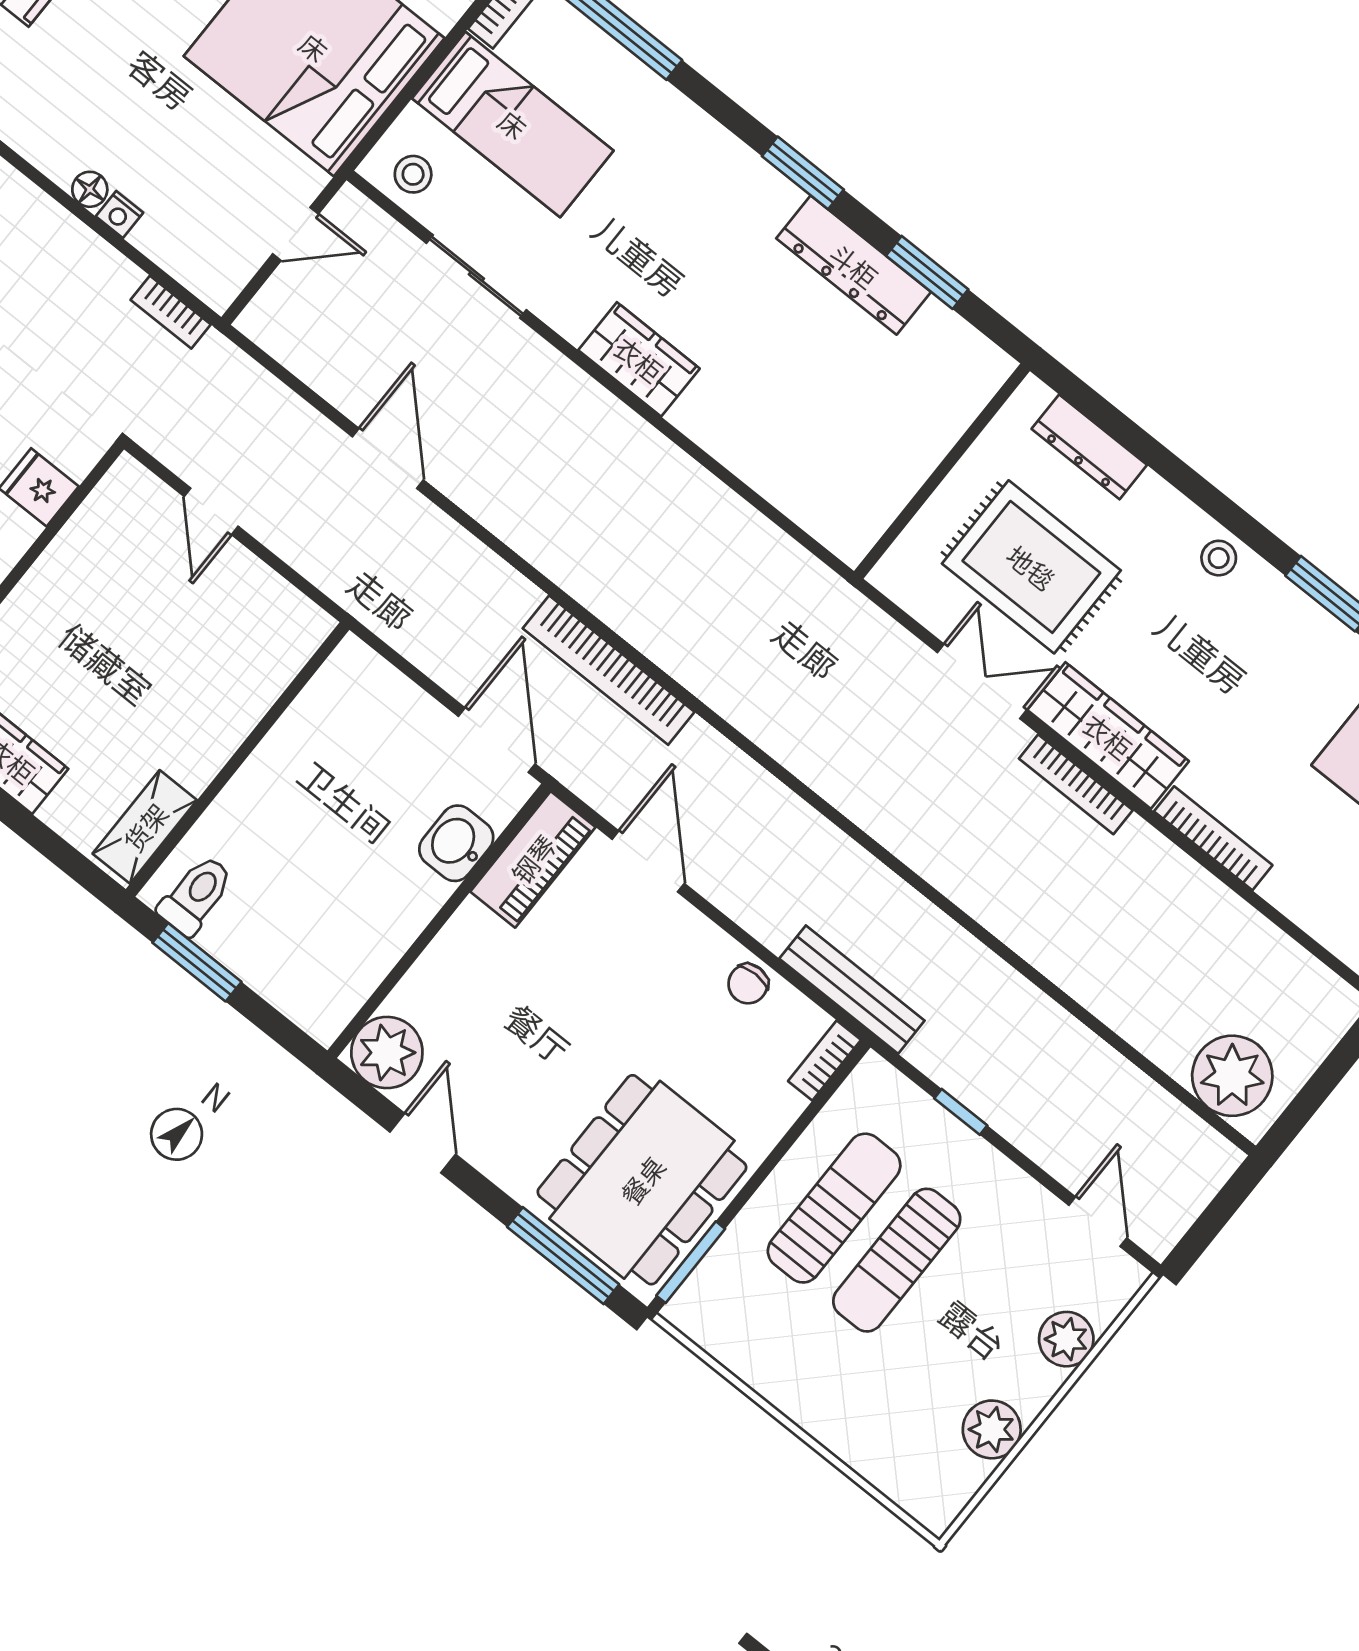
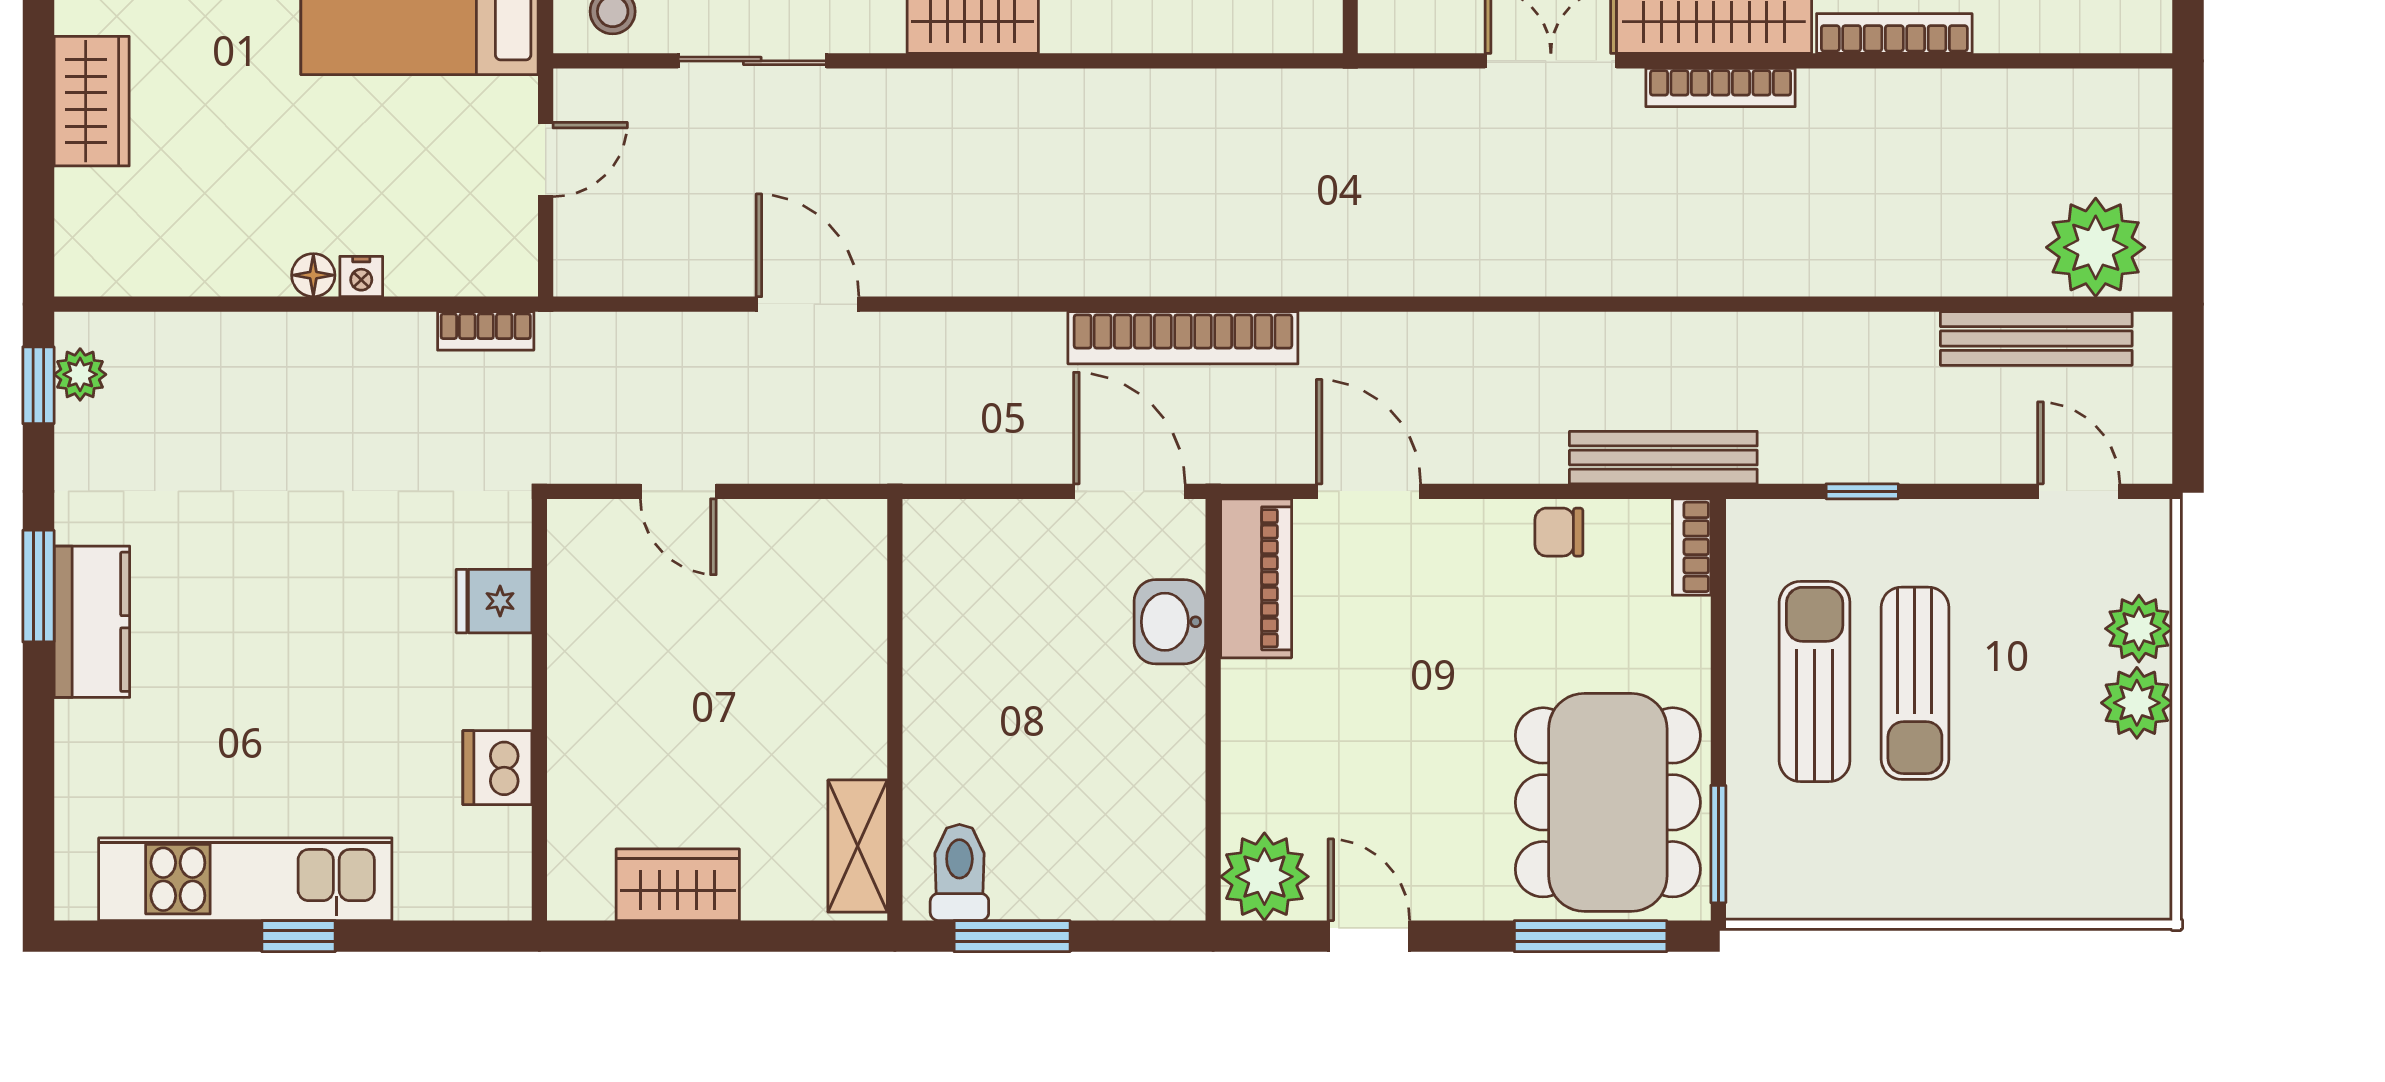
chair: (748, 984) -> (1559, 532), turned 90
bench: (1148, 1103) -> (2036, 338), added
plant: (992, 1429) -> (2137, 703), moved

